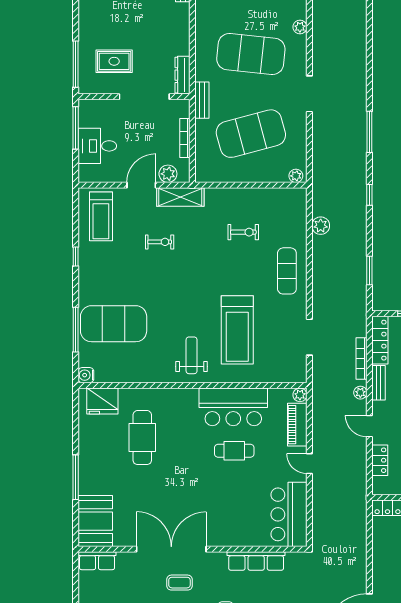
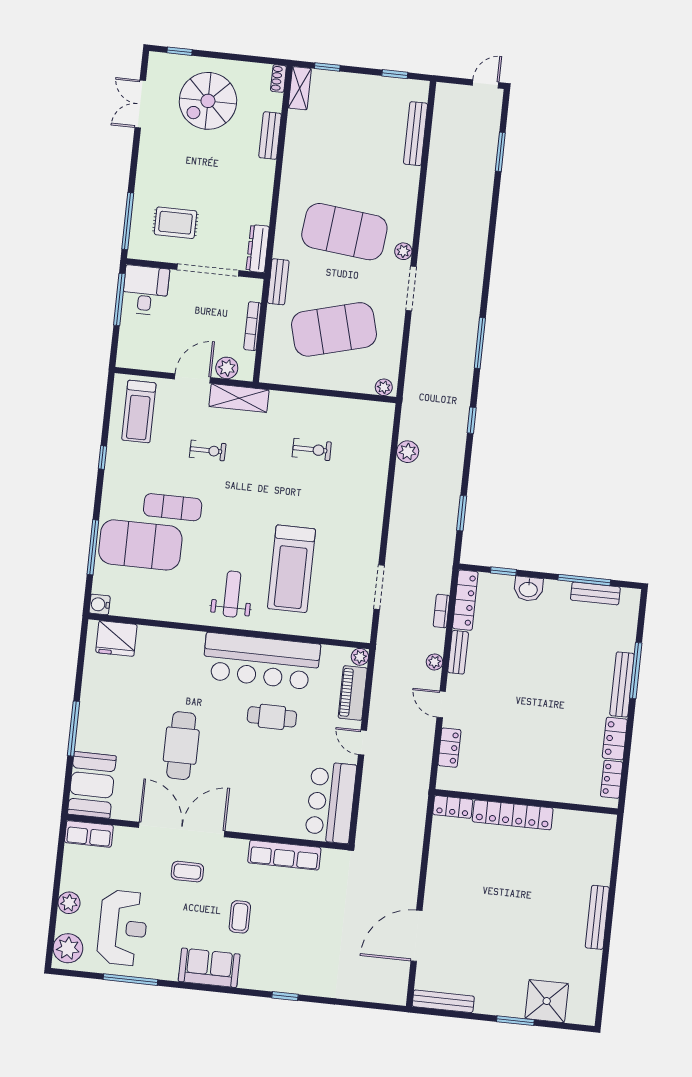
plant: (300, 27) -> (403, 251), moved
desk: (97, 146) -> (146, 290), moved, turned 90
exercise mat: (287, 271) -> (173, 507), moved, turned 90
bookcase: (362, 358) -> (441, 611), width x0.64
bar counter: (233, 407) -> (261, 661), width x1.36
cafe table: (142, 438) -> (181, 746), moved

